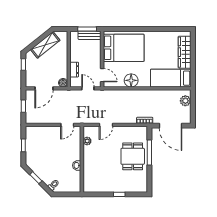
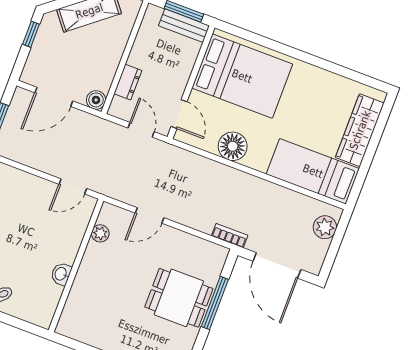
dining table: (133, 156) -> (179, 298), turned 90

